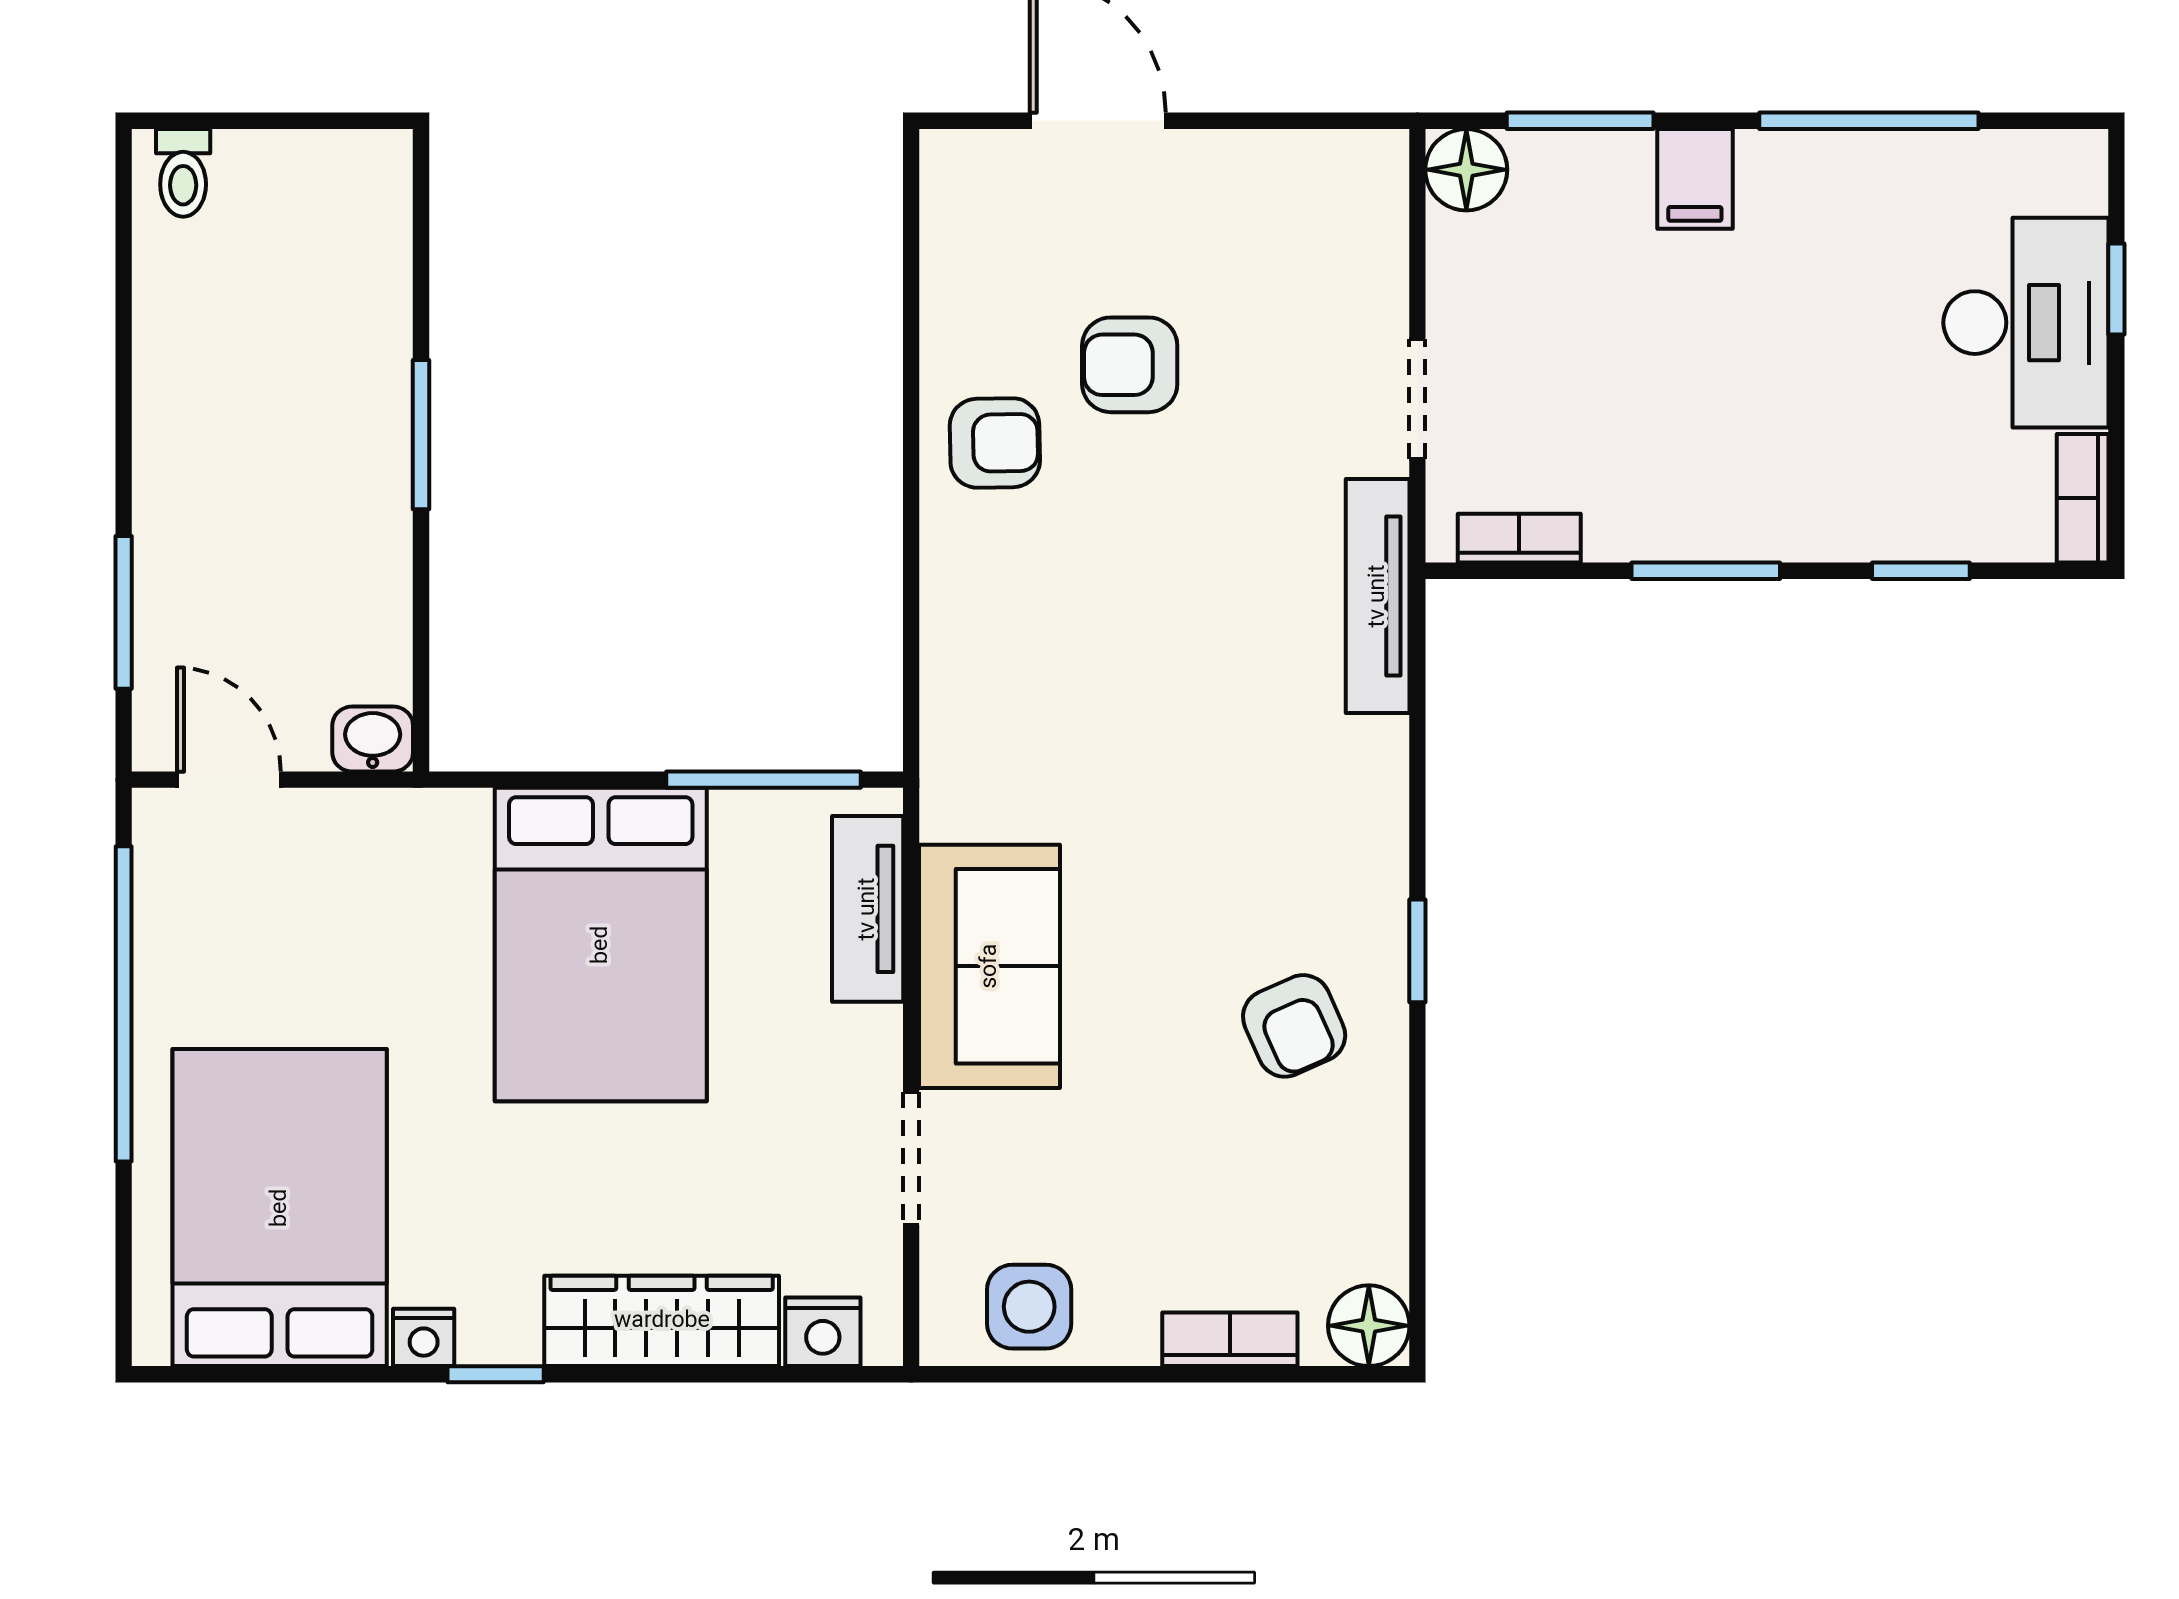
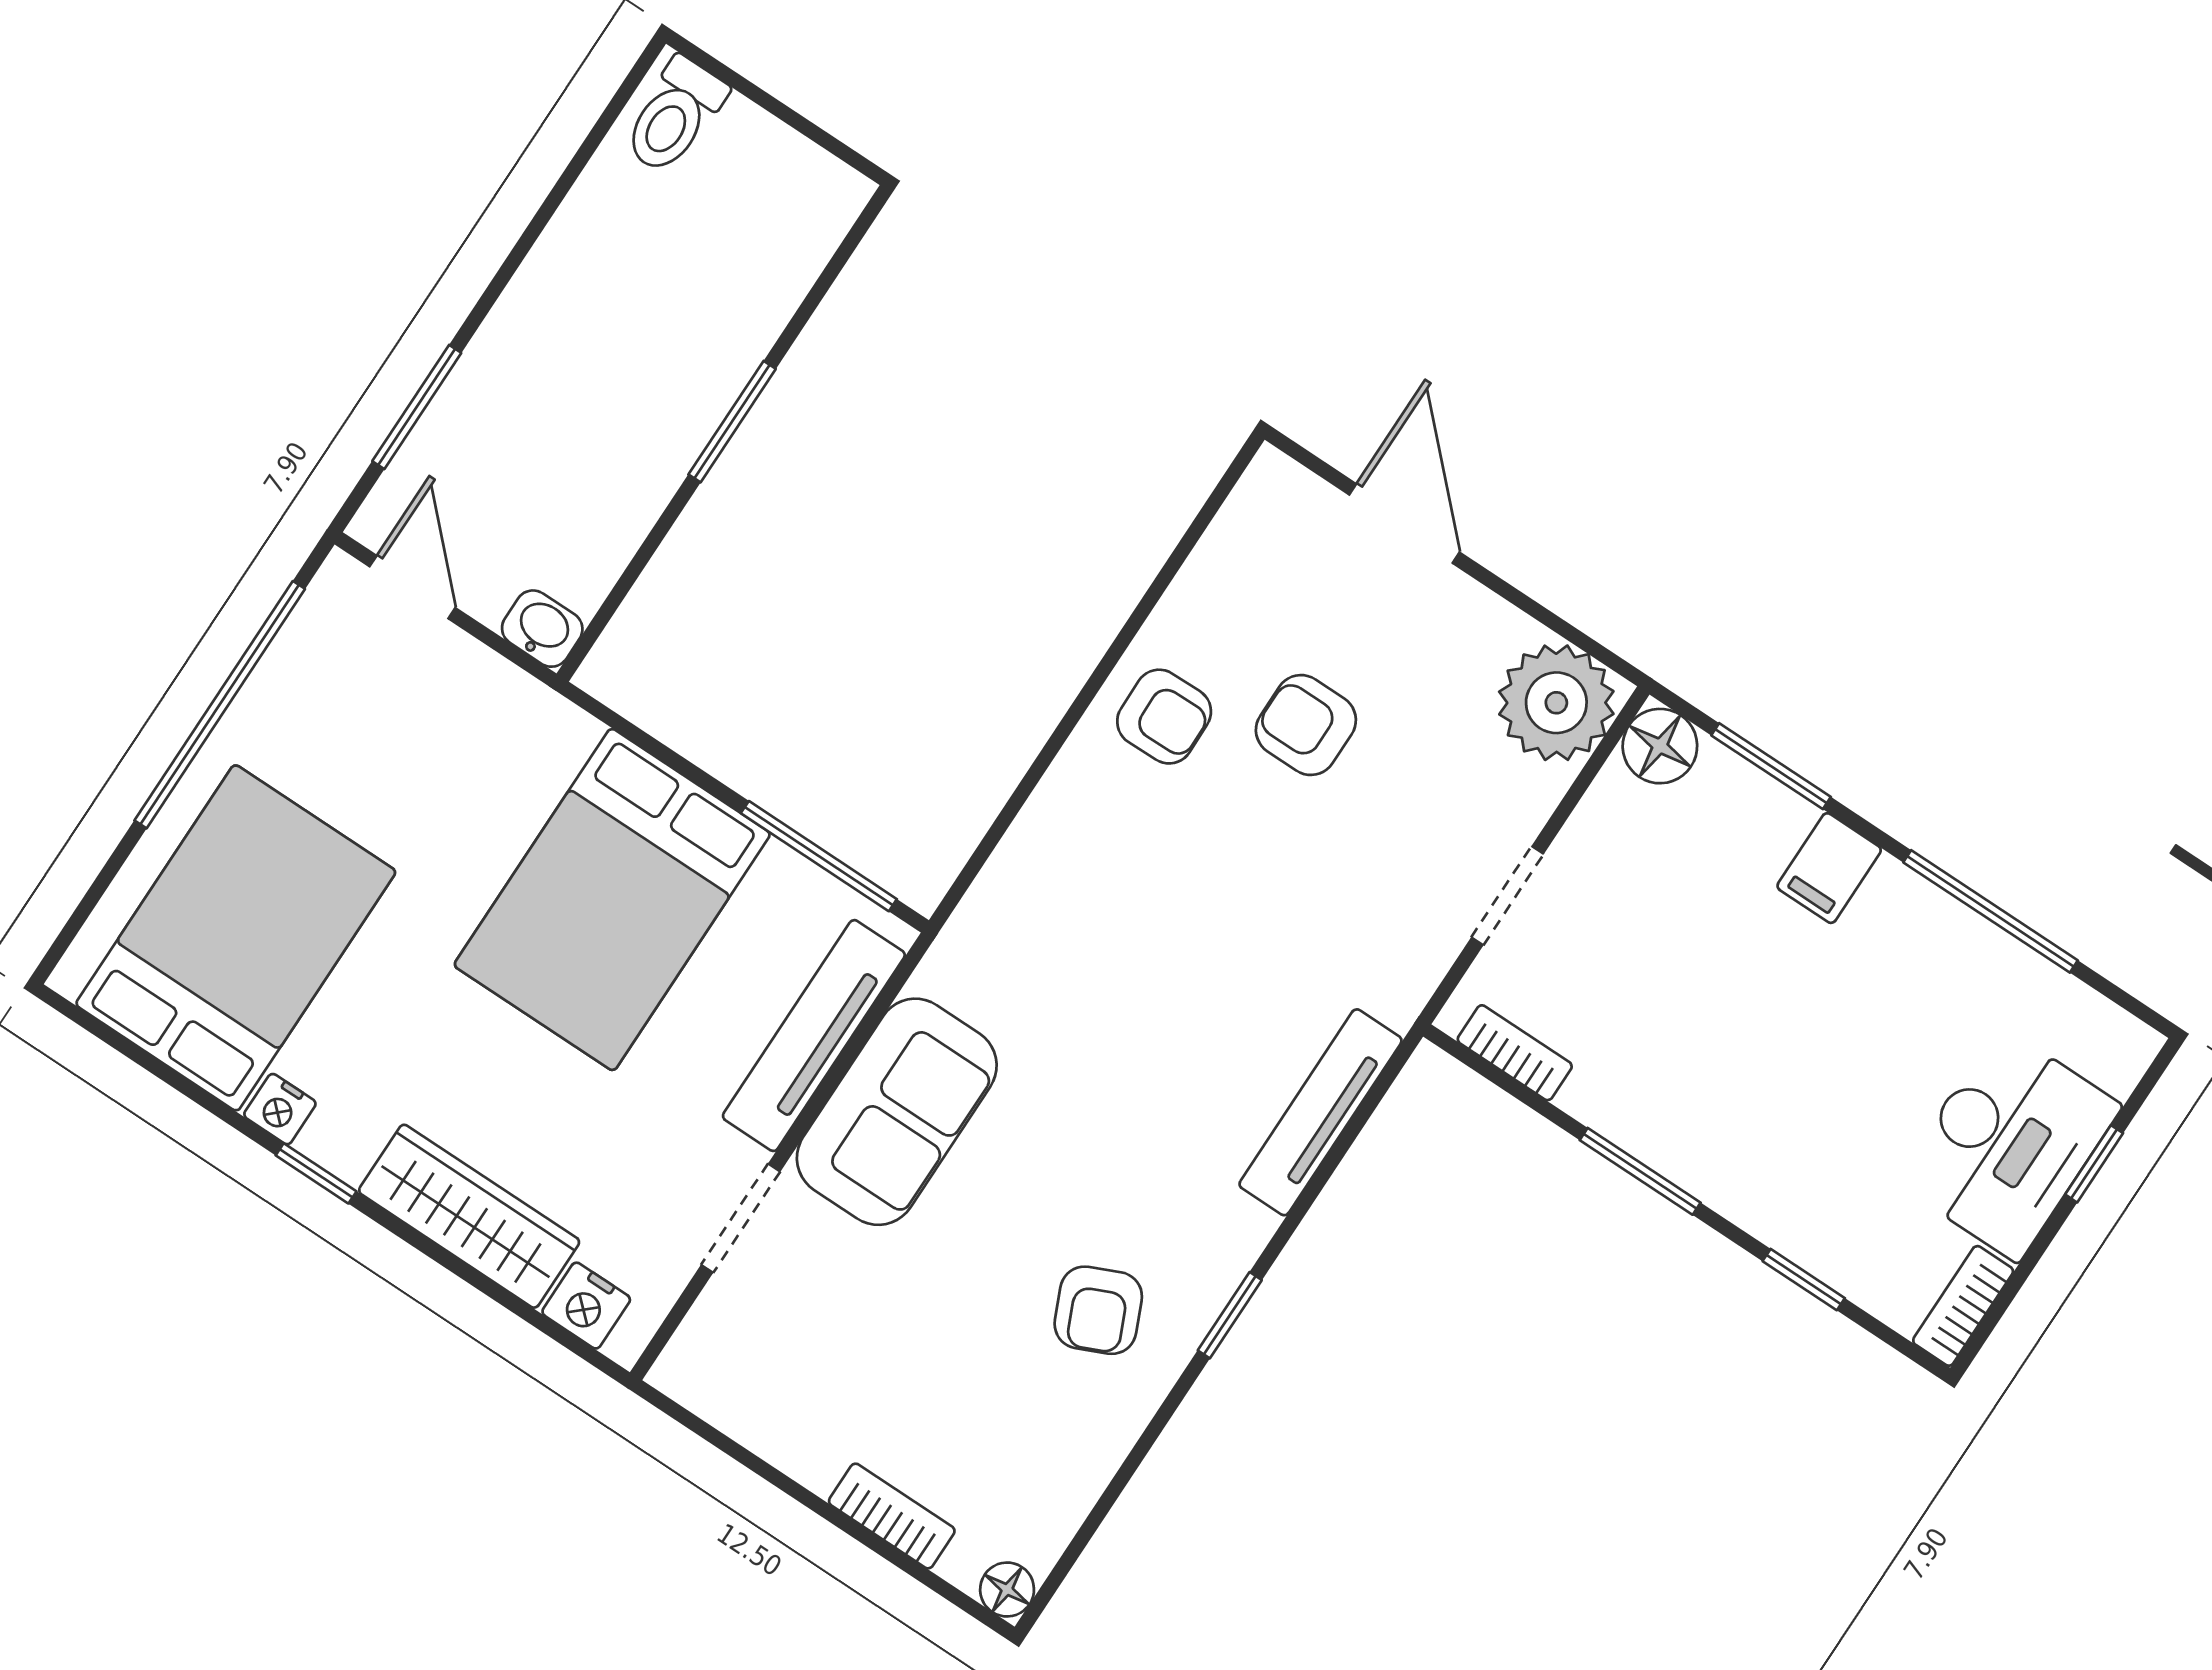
toilet: (183, 173) -> (674, 116), width x1.37, depth x1.39
plant: (1345, 193) -> (1556, 703), added
tv unit: (1378, 596) -> (1321, 1112), moved
tv unit: (868, 909) -> (814, 1036), width x1.41
side table: (1029, 1307) -> (756, 1390), removed
floor lamp: (1369, 1326) -> (1007, 1589), width x0.73, depth x0.73

